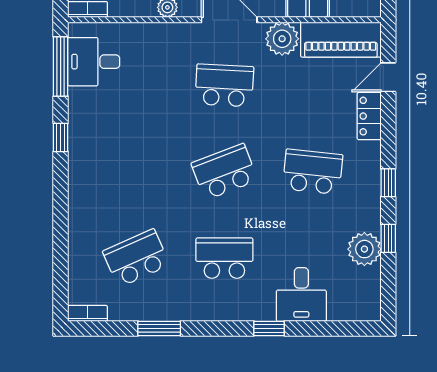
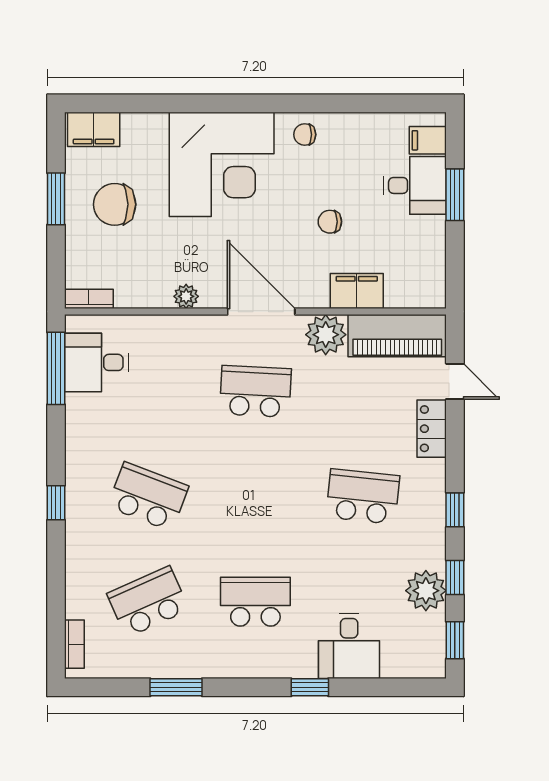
door: (388, 77) -> (455, 381), swing flipped
window: (61, 137) -> (56, 503), moved
school desk: (224, 172) -> (148, 496), moved, turned 42
window: (388, 290) -> (455, 640), added
bookcase: (88, 313) -> (74, 644), moved, turned 90

